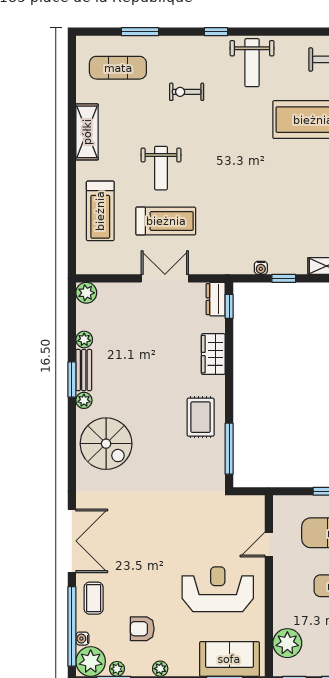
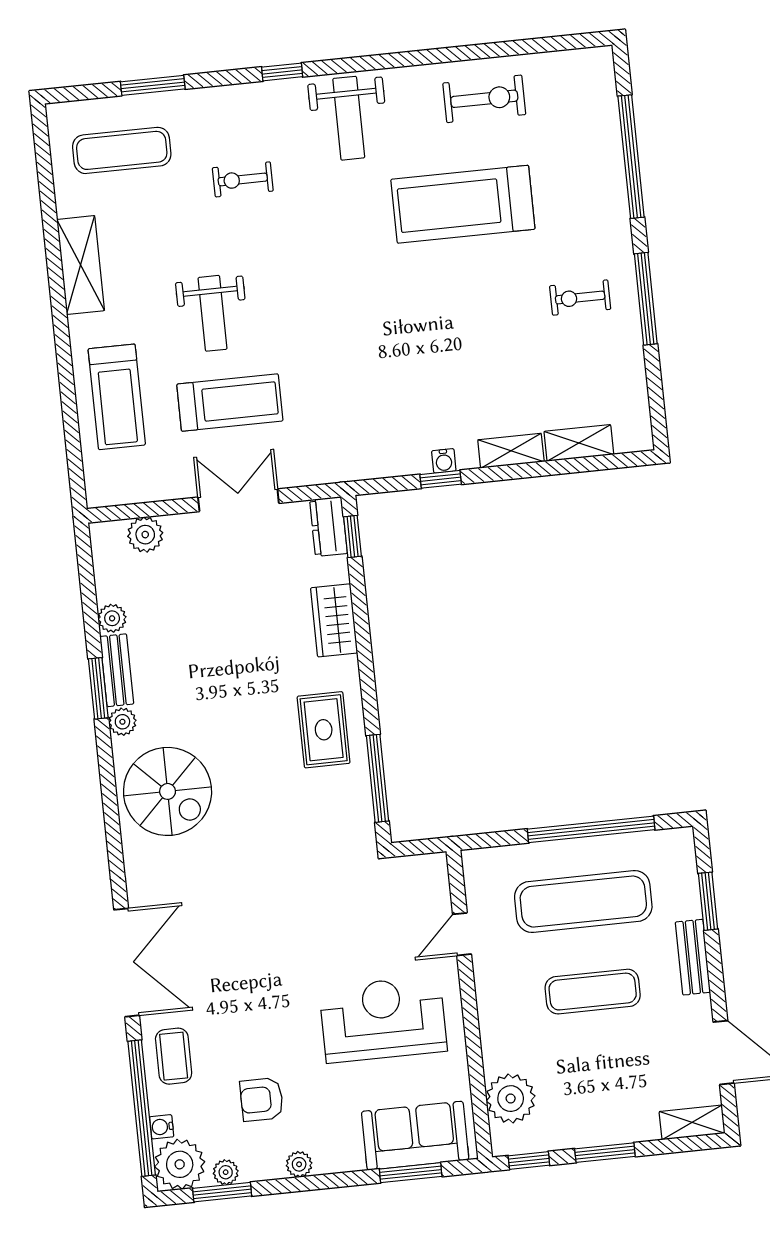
water cooler: (261, 268) -> (444, 461), moved
plant: (86, 293) -> (145, 535), moved

